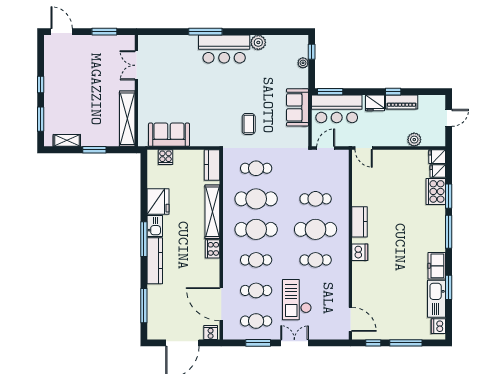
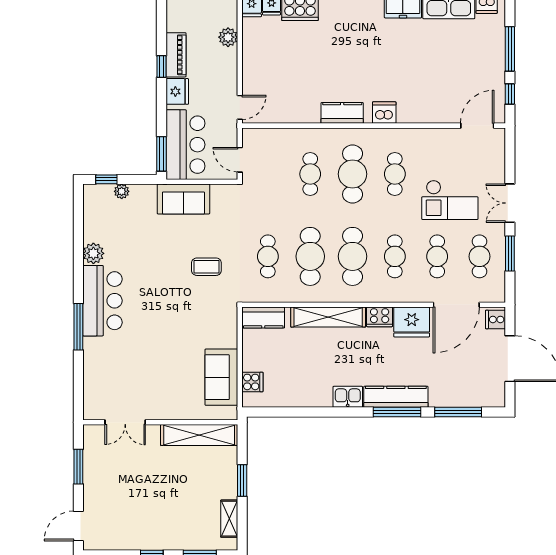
fridge: (158, 201) -> (412, 322), moved, turned 180
window: (144, 239) -> (397, 412), moved

